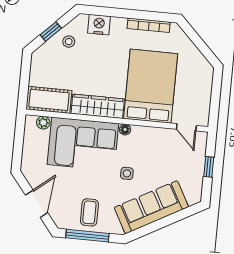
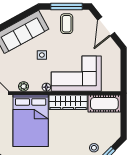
plant: (43, 123) -> (24, 86), moved

